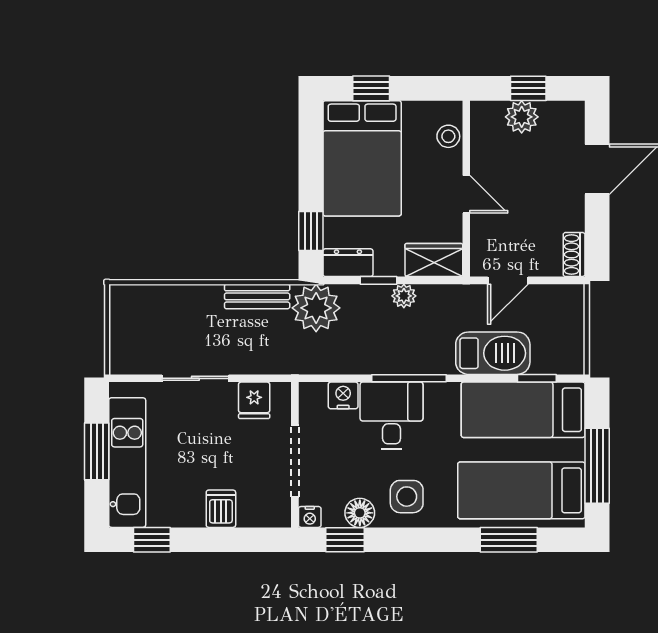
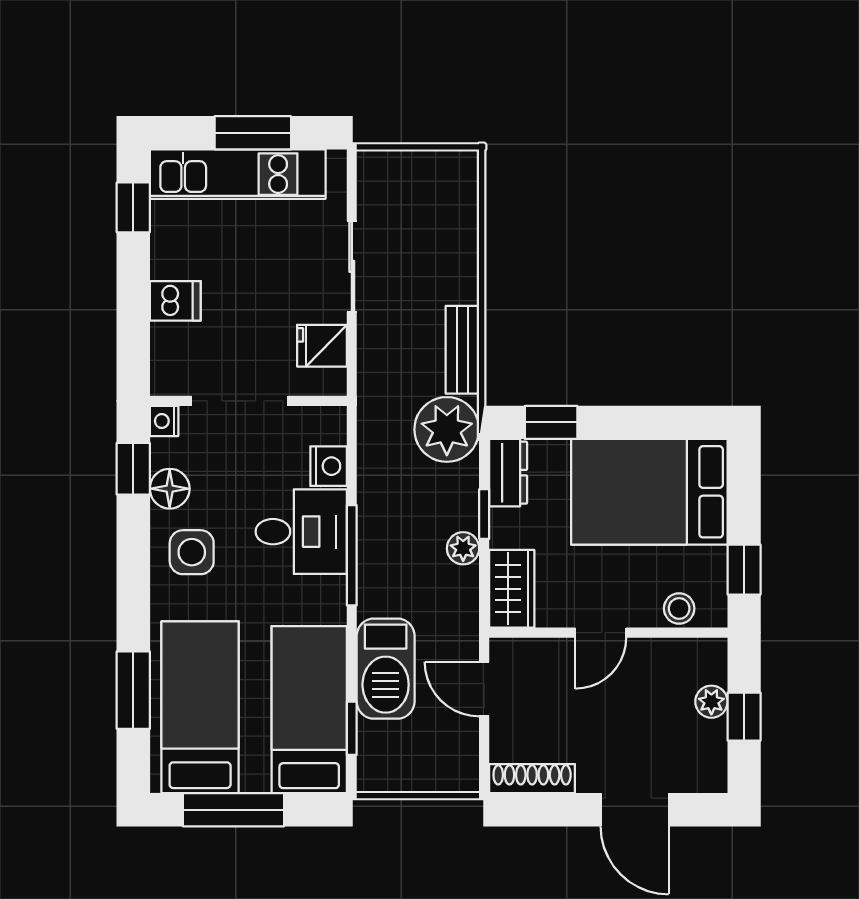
window: (371, 88) -> (744, 570), moved
plant: (522, 117) -> (711, 702), width x0.73, depth x0.73
shoe rack: (574, 254) -> (532, 779), width x1.43

